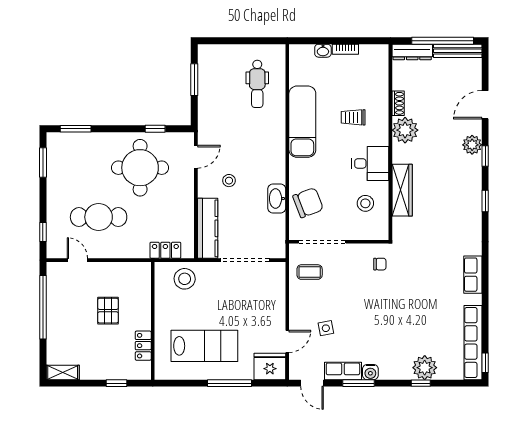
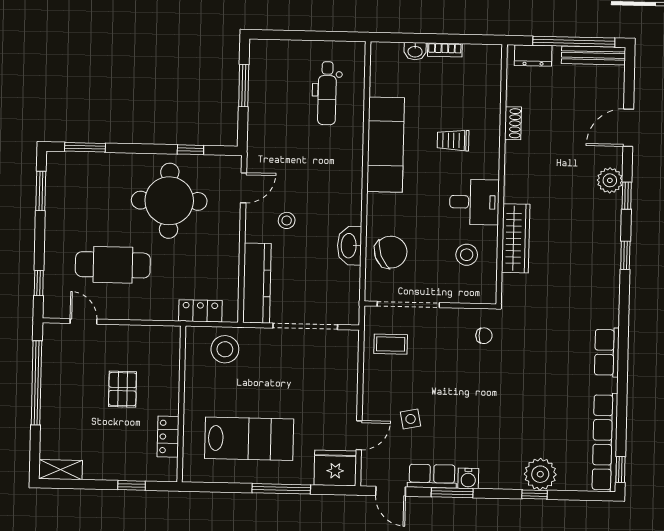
dresser: (412, 52) -> (533, 56), width x0.70
plant: (405, 130) -> (521, 159), removed

